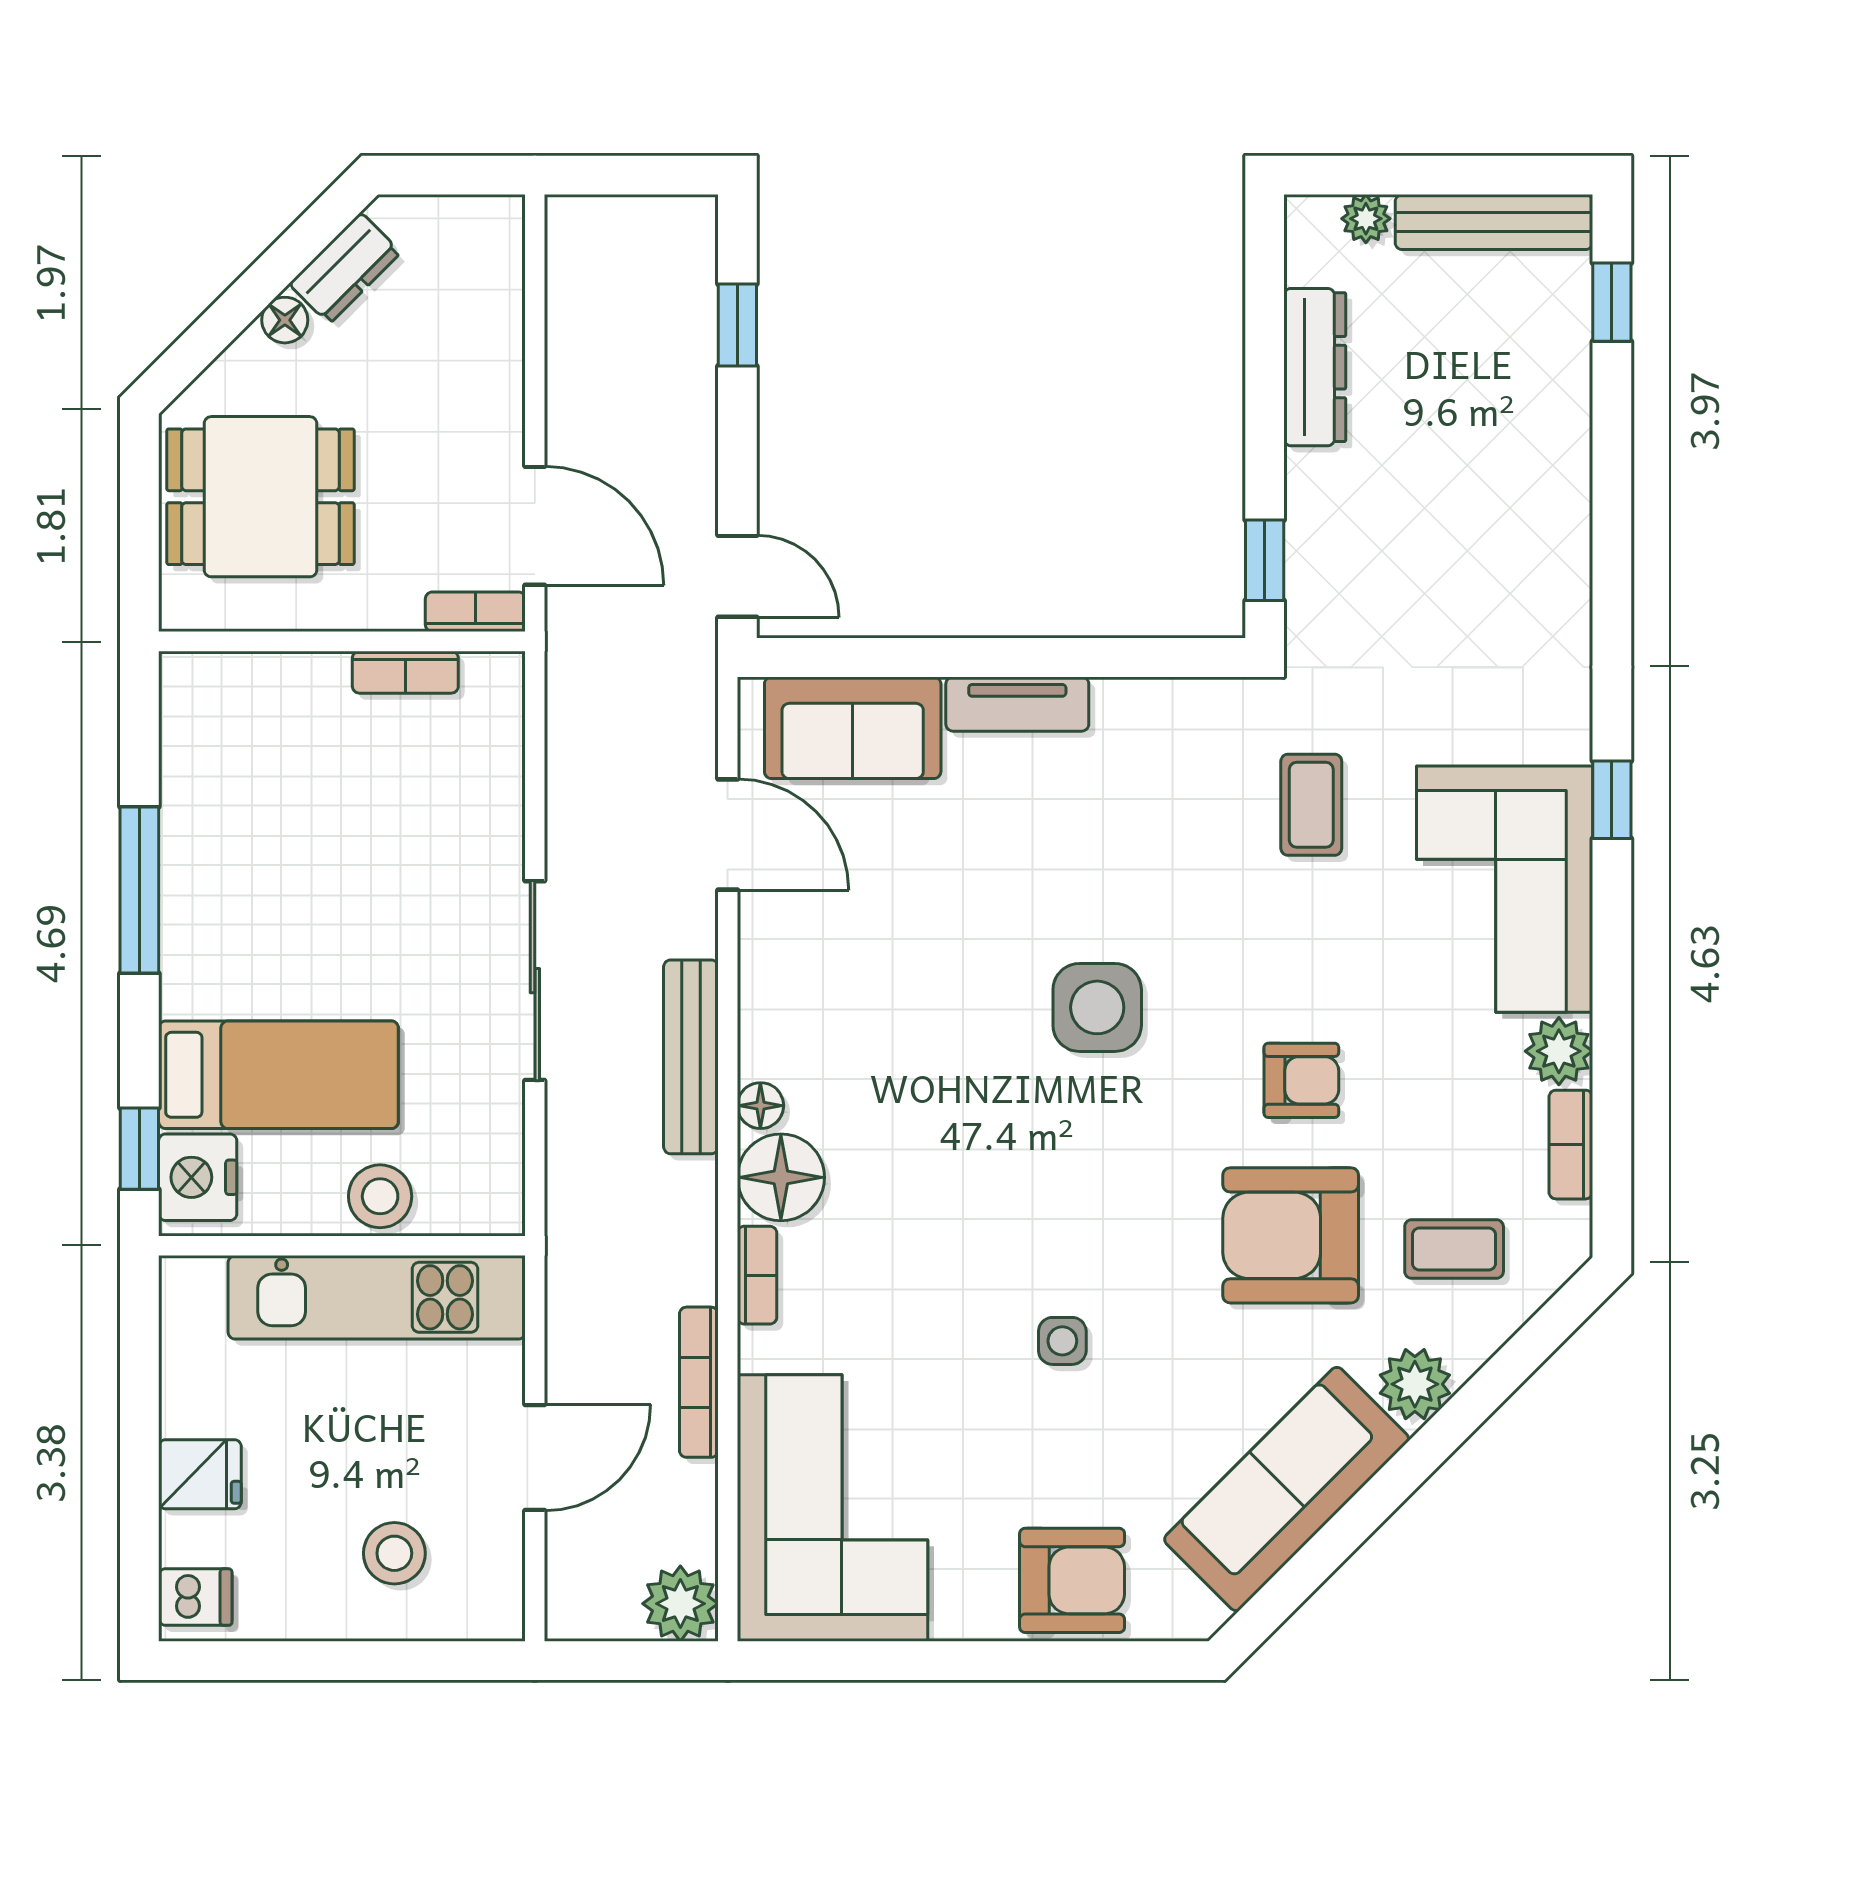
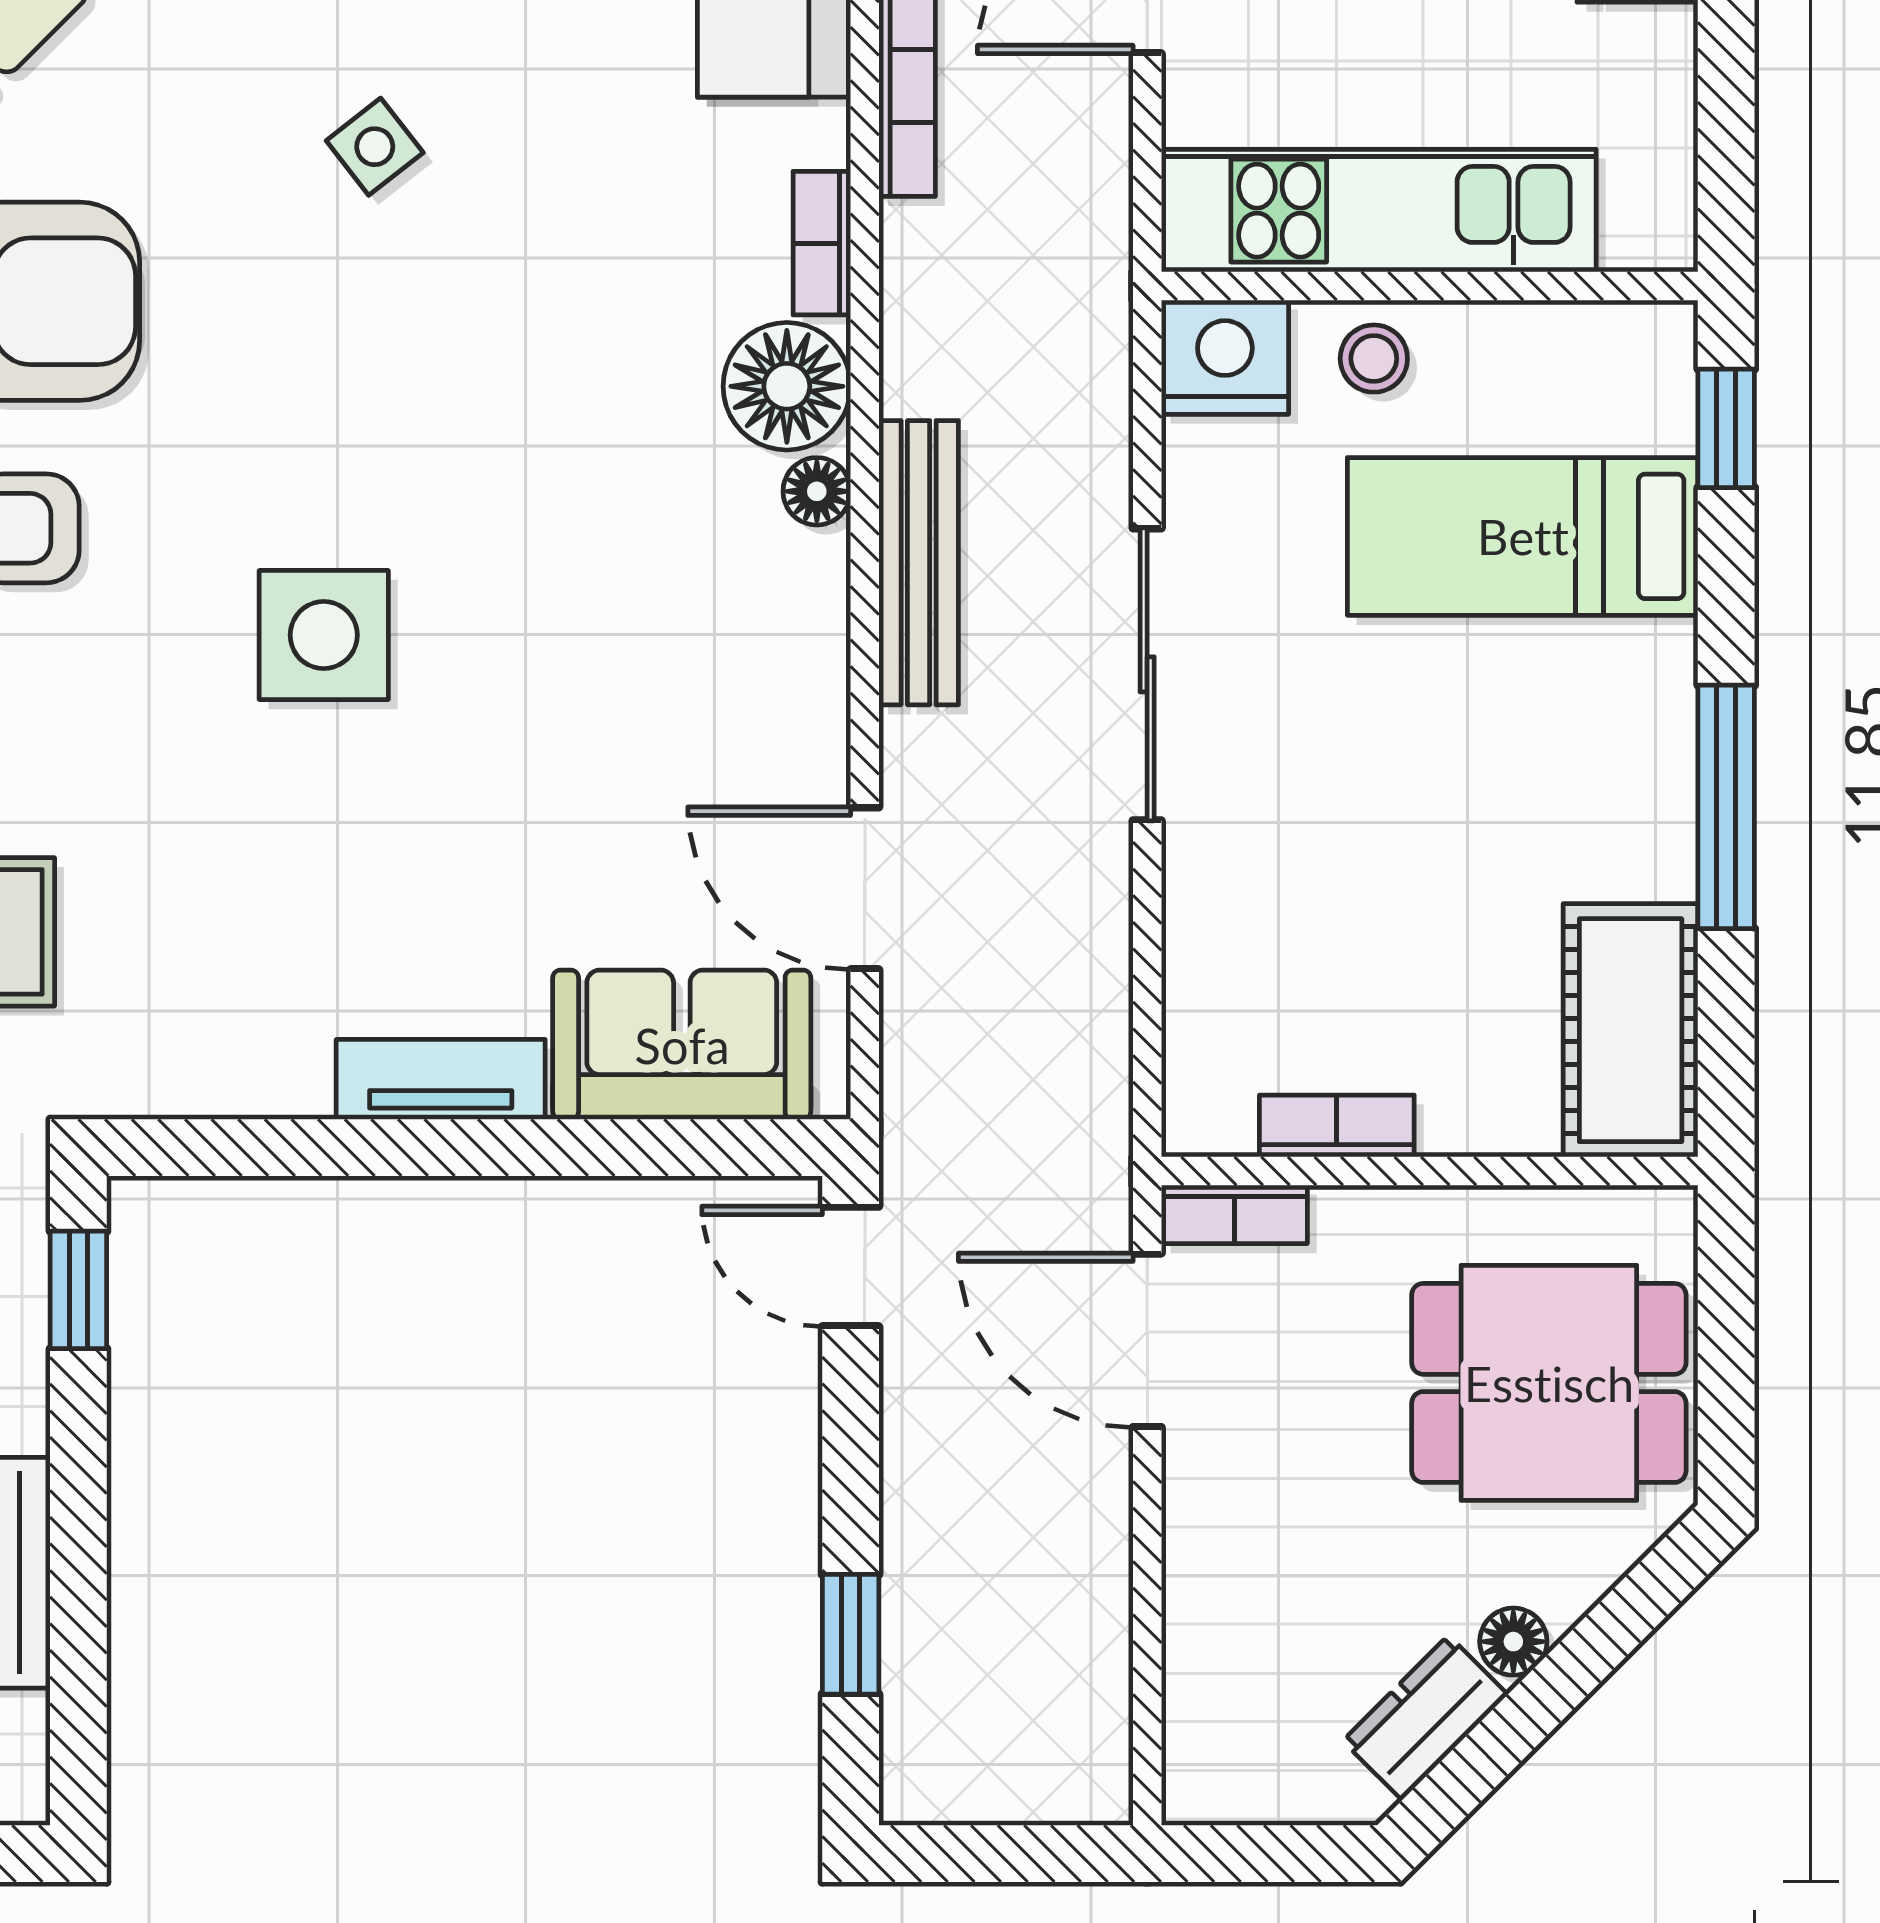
cot: (205, 738) -> (1631, 1030), added
nightstand: (198, 1177) -> (1225, 357), moved, turned -90
stool: (380, 1196) -> (1374, 359), width x0.73, depth x0.73
side table: (1062, 1341) -> (375, 147), turned -38

